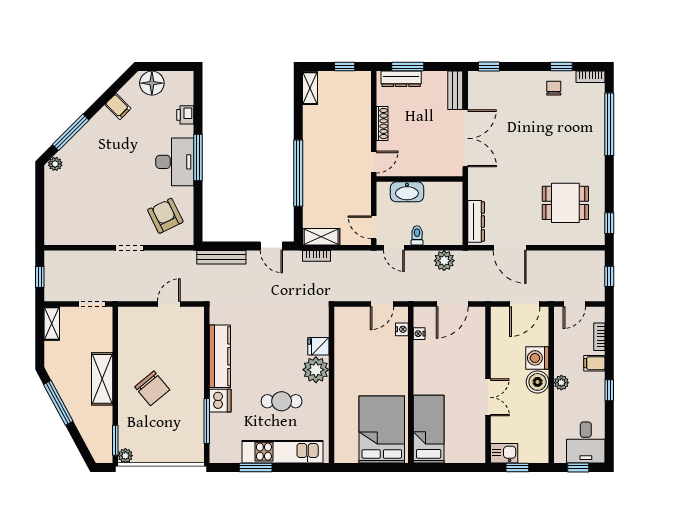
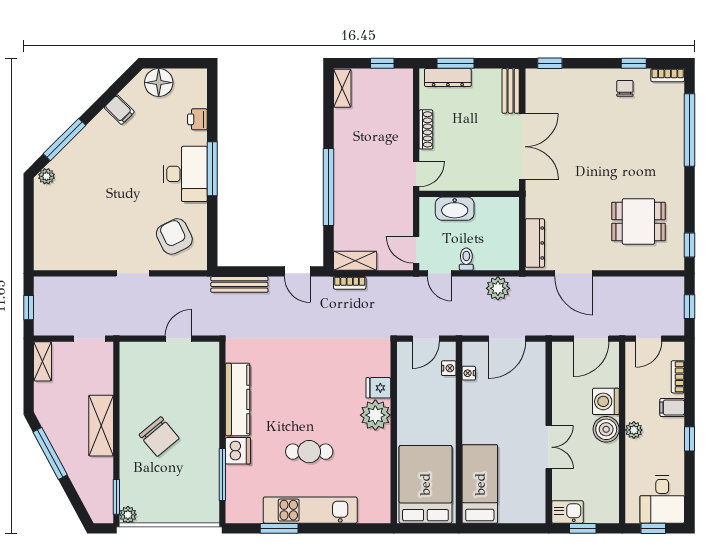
fridge: (318, 346) -> (378, 388), moved
plant: (316, 370) -> (375, 415), moved
wall: (332, 385) -> (394, 433), moved

